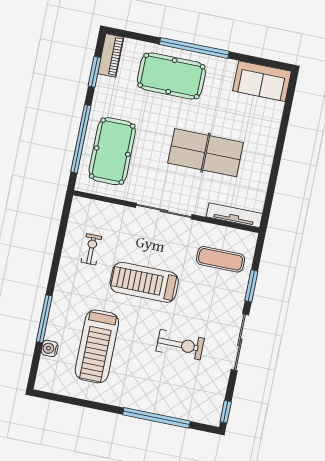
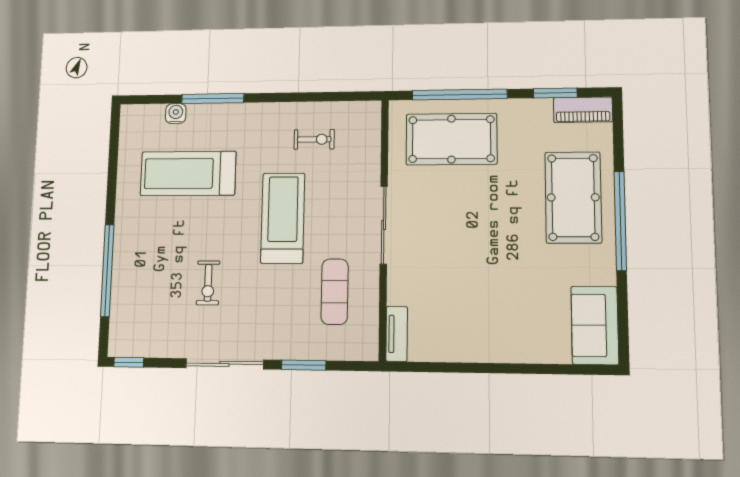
table tennis table: (206, 153) -> (476, 266), removed
tv unit: (234, 215) -> (397, 334), width x0.71
exercise mat: (221, 259) -> (335, 292), moved
exercise bike: (180, 345) -> (208, 283), width x0.73, depth x0.72

